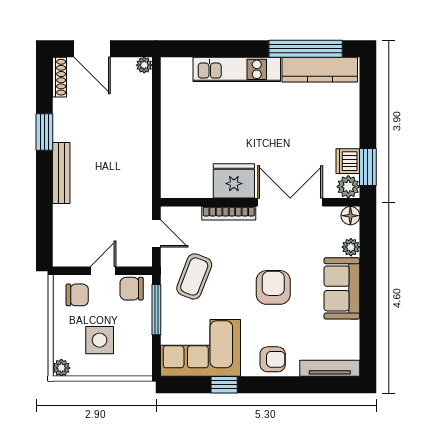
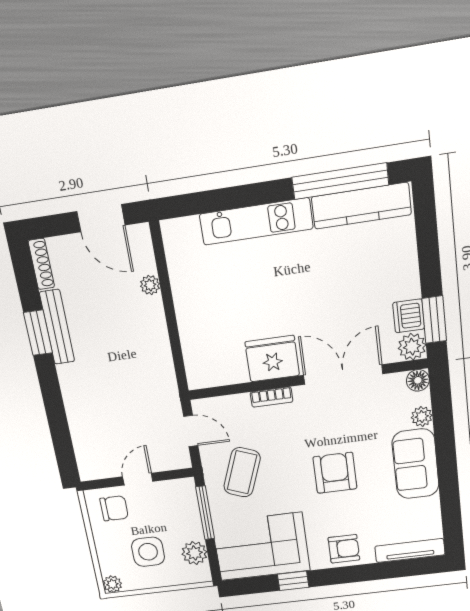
door: (92, 49) -> (101, 218), moved
plant: (144, 65) -> (150, 285), moved
bench: (61, 173) -> (57, 327), moved
bookcase: (229, 213) -> (272, 397), width x0.64
chair: (132, 289) -> (173, 494), removed
plant: (141, 347) -> (194, 553), added

